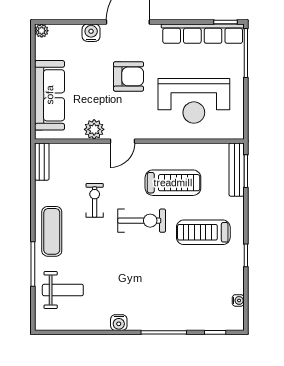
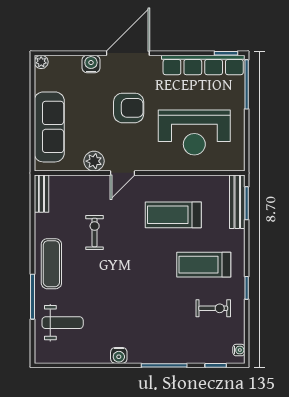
treadmill: (173, 183) -> (173, 215), turned 180
exercise bike: (142, 221) -> (213, 308), moved, width x0.73, depth x0.72
water cooler: (238, 300) -> (239, 350), moved

